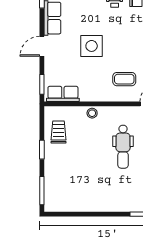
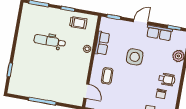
door: (42, 46) -> (141, 22), hinge flipped
row of seats: (63, 94) -> (102, 43), moved
dental chair: (123, 147) -> (50, 41), moved

